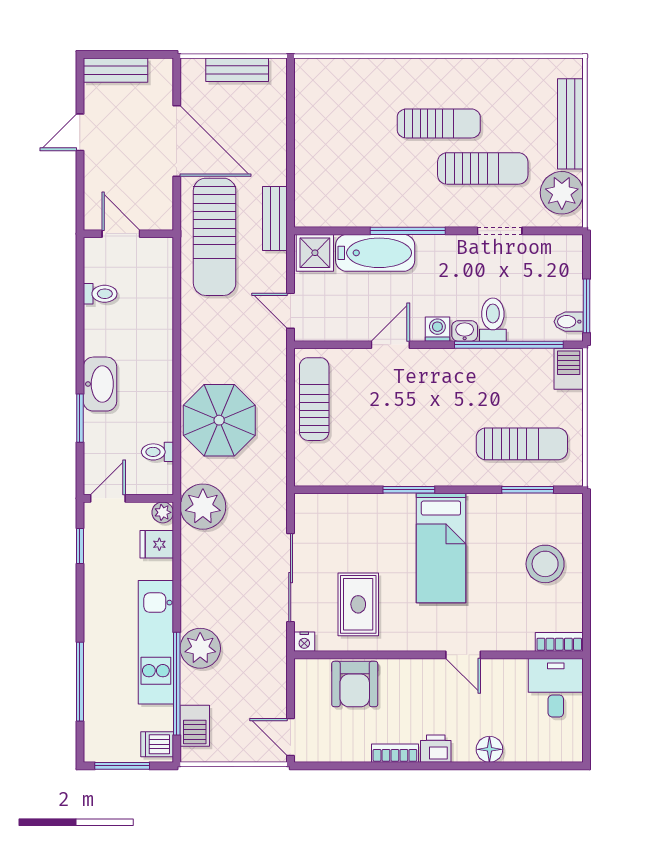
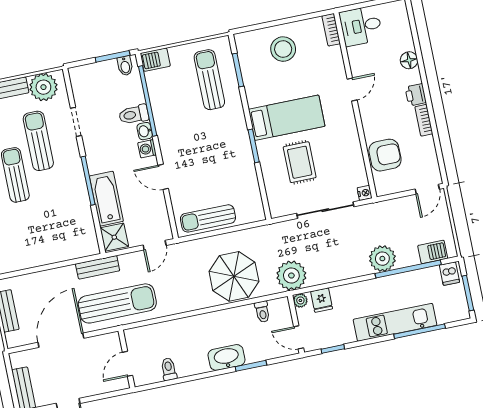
rug: (358, 604) -> (300, 162), moved, turned 90
kitchen unit: (156, 642) -> (395, 322), moved, turned 180

